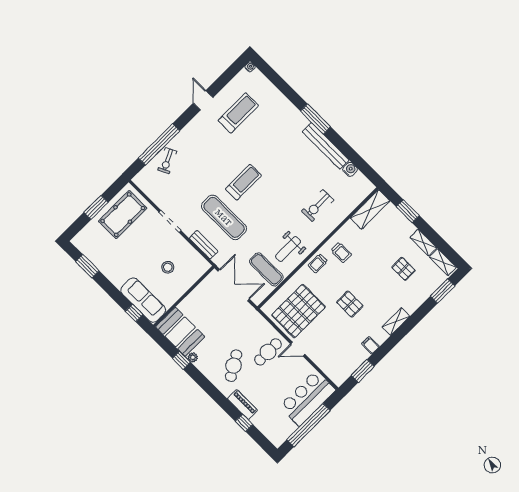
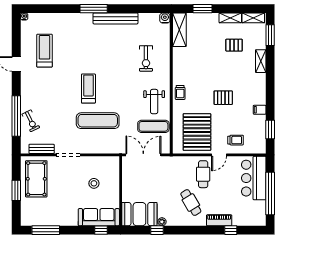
water cooler: (350, 169) -> (165, 18), moved
bench: (204, 245) -> (42, 149), moved
trolley: (341, 252) -> (236, 140), moved
window: (87, 266) -> (46, 230), width x1.44
shelving: (396, 322) -> (261, 61), moved

